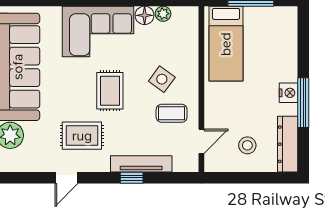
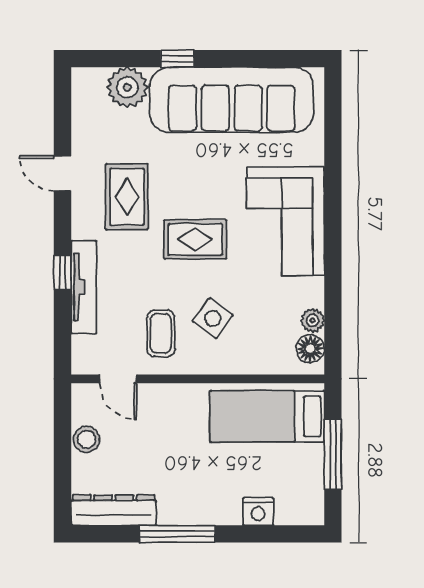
floor lamp: (145, 15) -> (310, 349), moved
nightstand: (288, 93) -> (258, 511), moved
stool: (247, 145) -> (87, 439), moved

